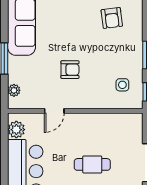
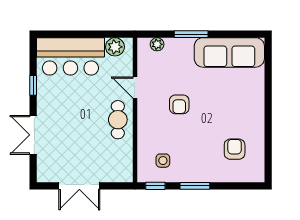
armchair: (112, 18) -> (235, 149), turned 97
cafe table: (92, 164) -> (118, 120), moved

